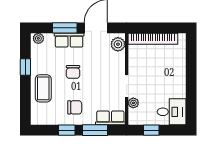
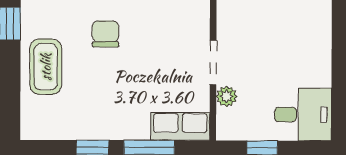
chair: (73, 72) -> (106, 34), turned 180
chair: (75, 107) -> (109, 105), removed

